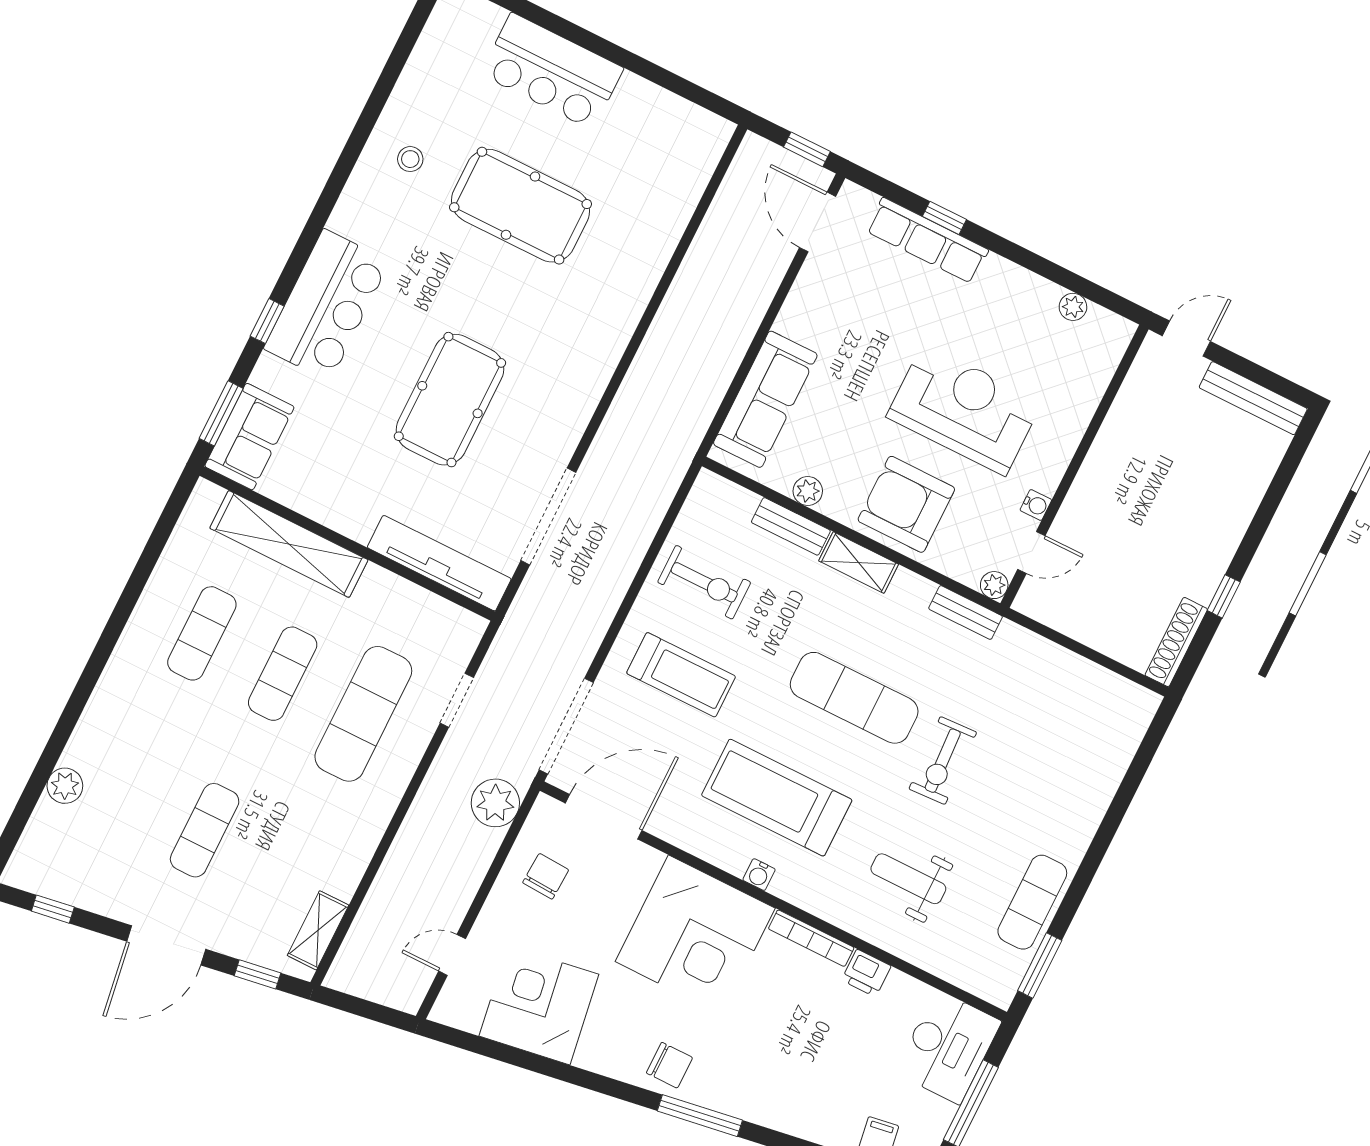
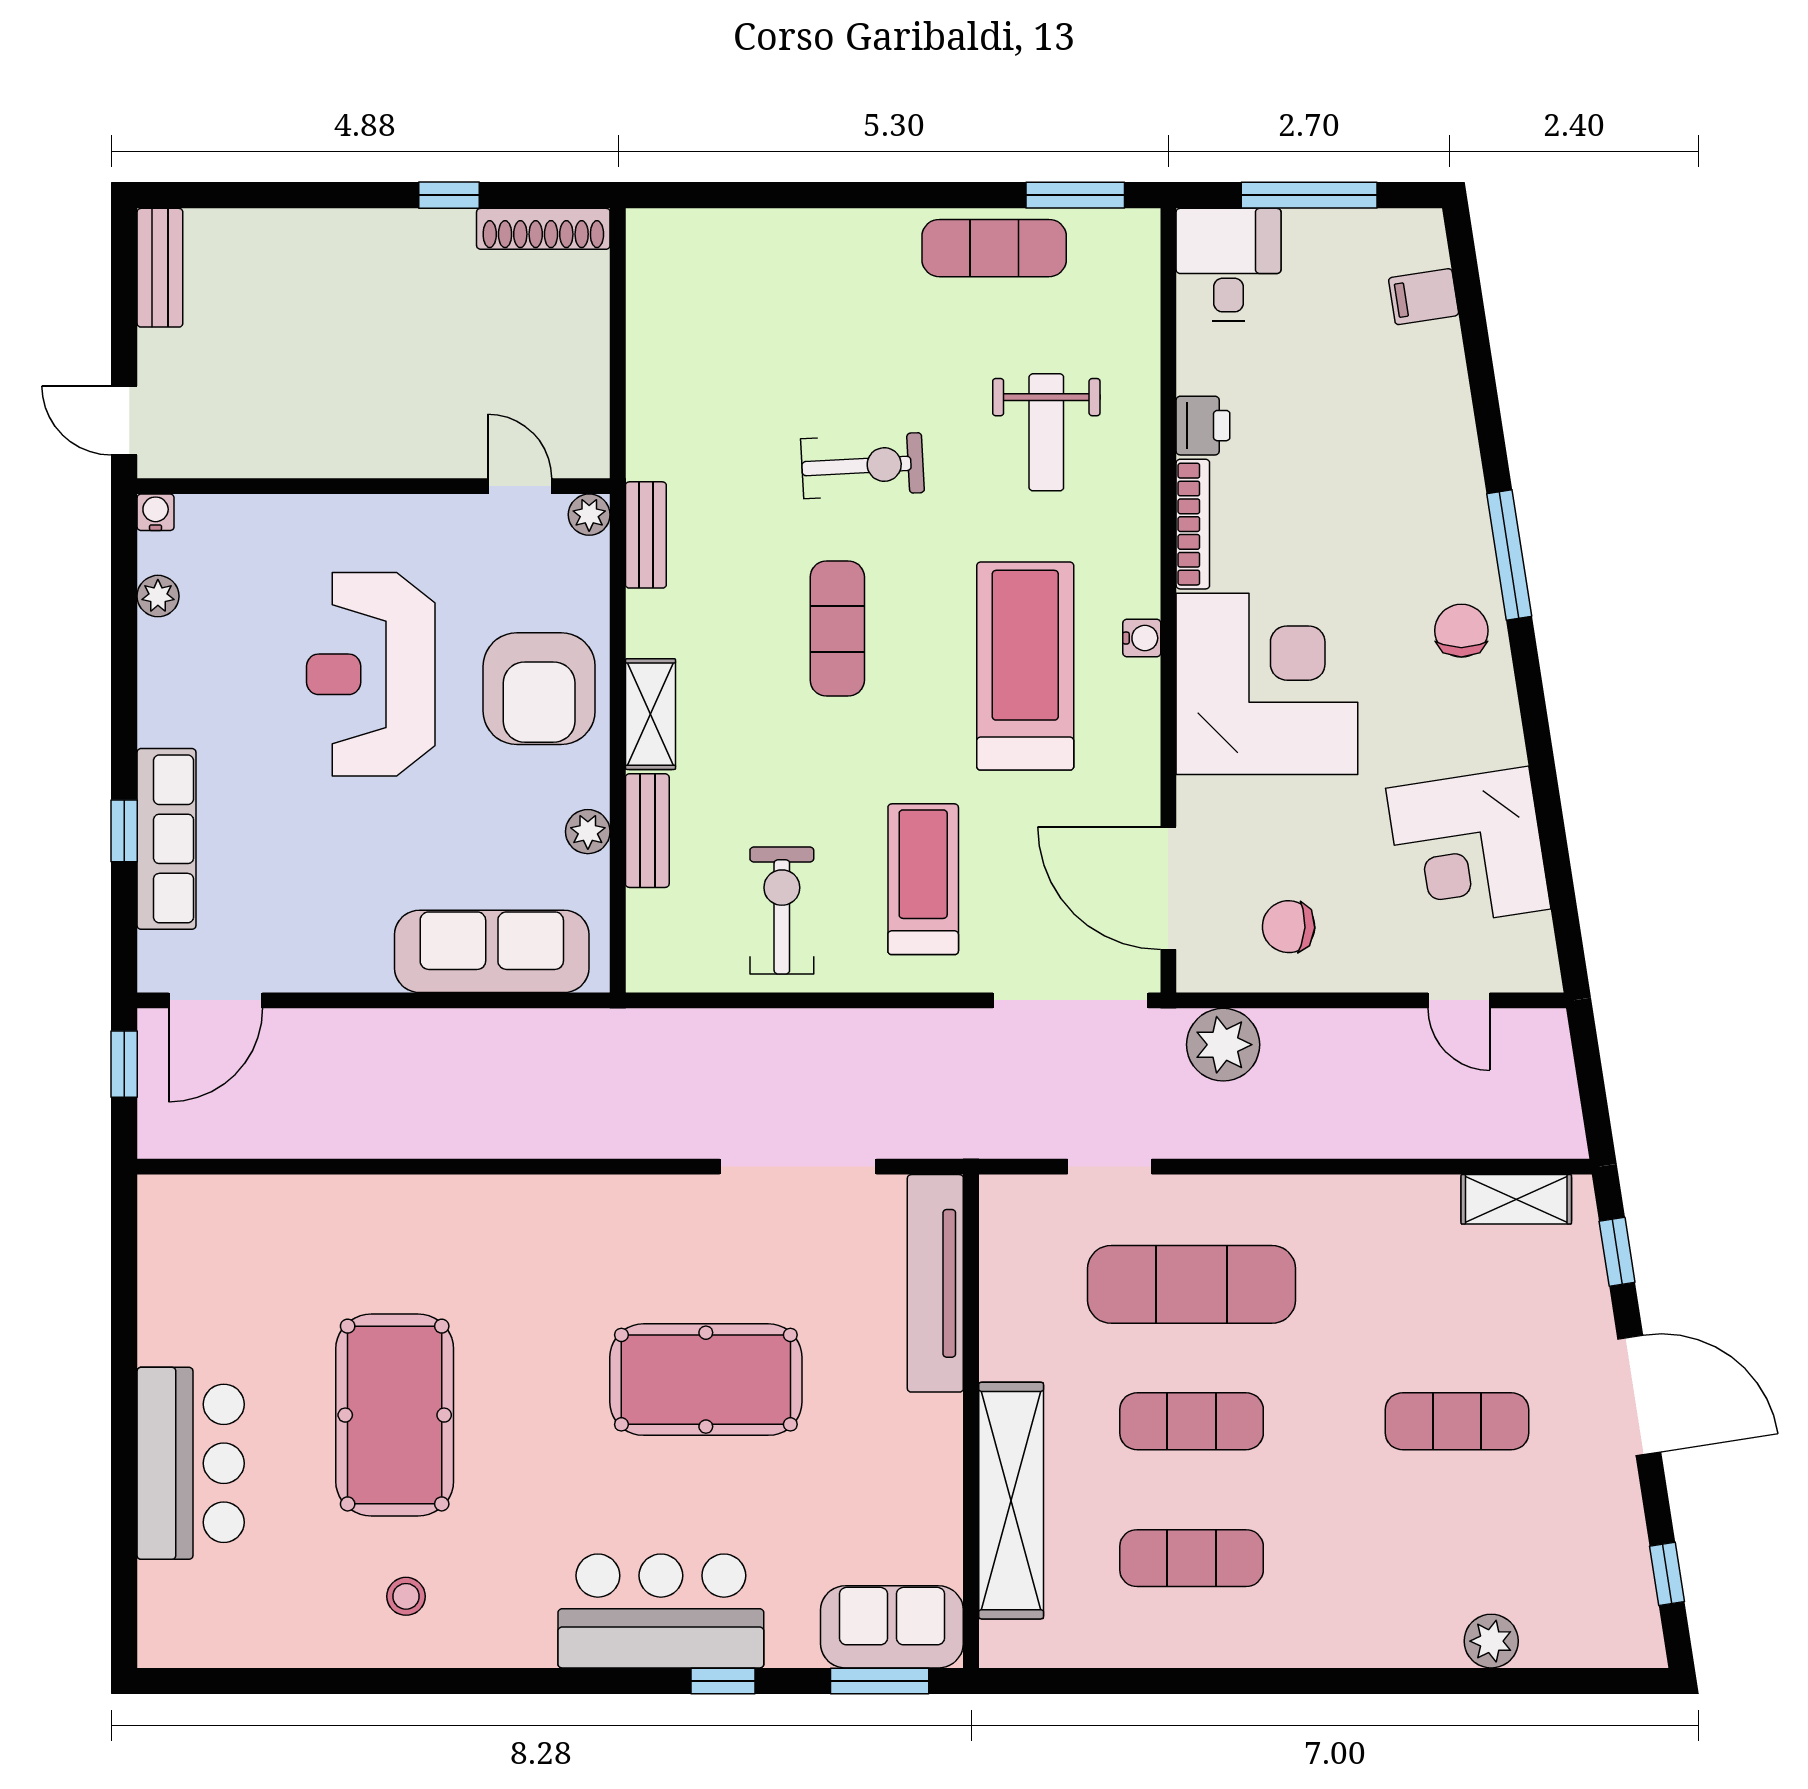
bench: (1253, 398) -> (160, 268), width x0.73
water cooler: (1036, 505) -> (156, 512), moved
exercise mat: (854, 698) -> (837, 629), width x0.73, depth x0.69
treadmill: (777, 798) -> (1025, 666), turned 180
desk: (948, 1047) -> (1228, 265), width x0.73

